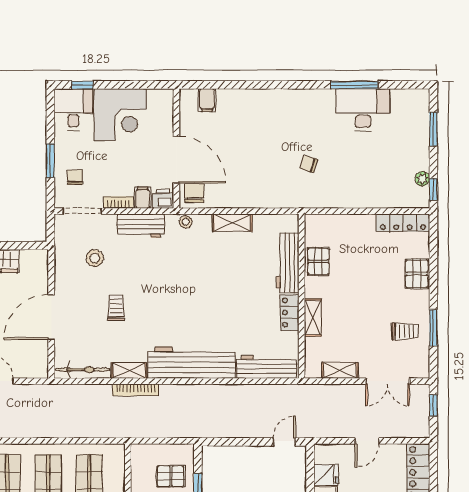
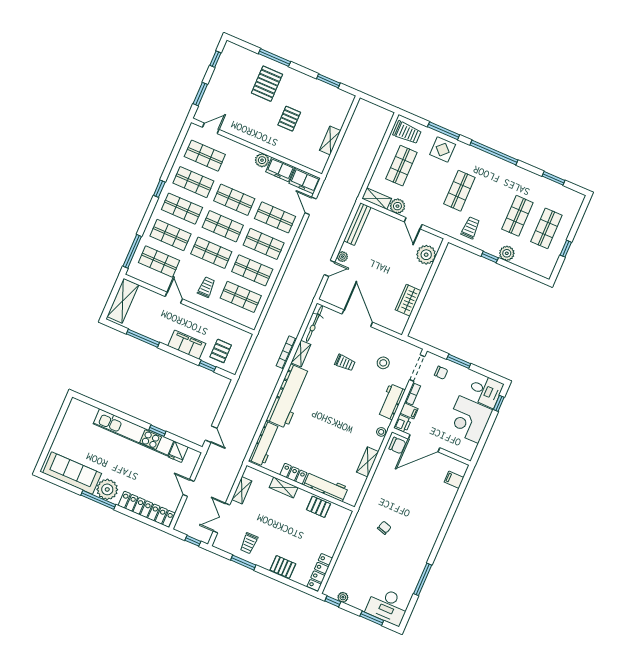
desk: (363, 110) -> (388, 606), moved, turned 90

